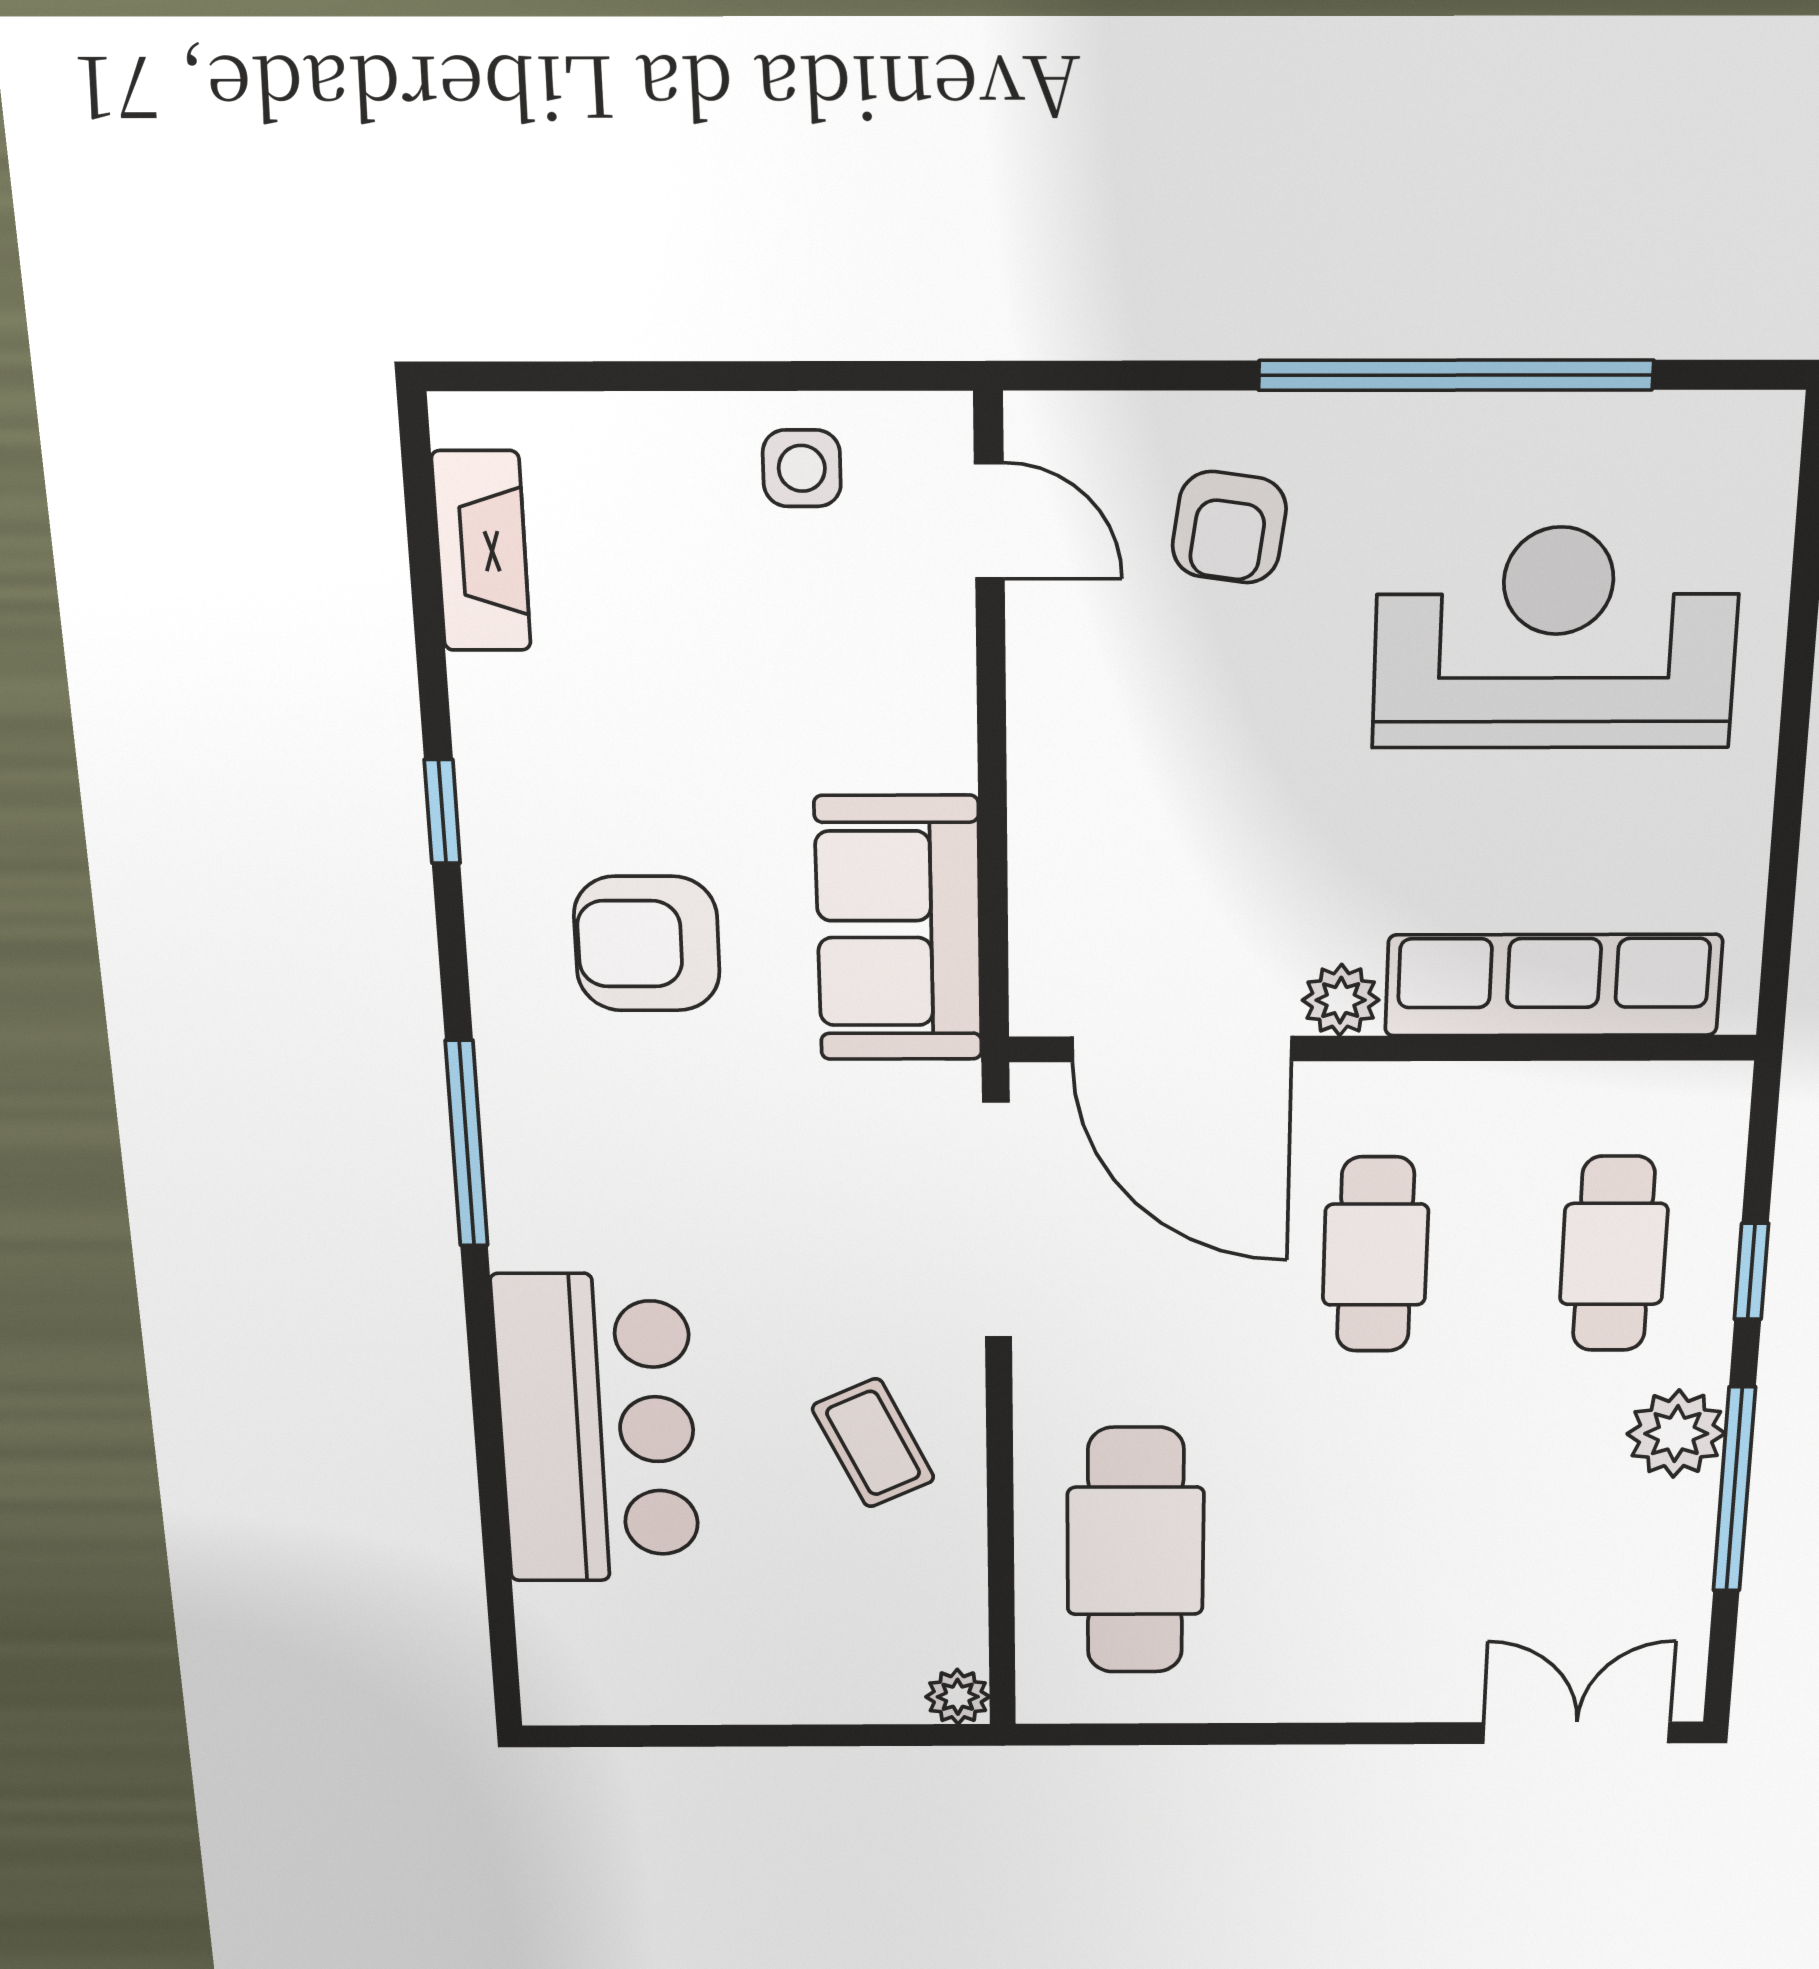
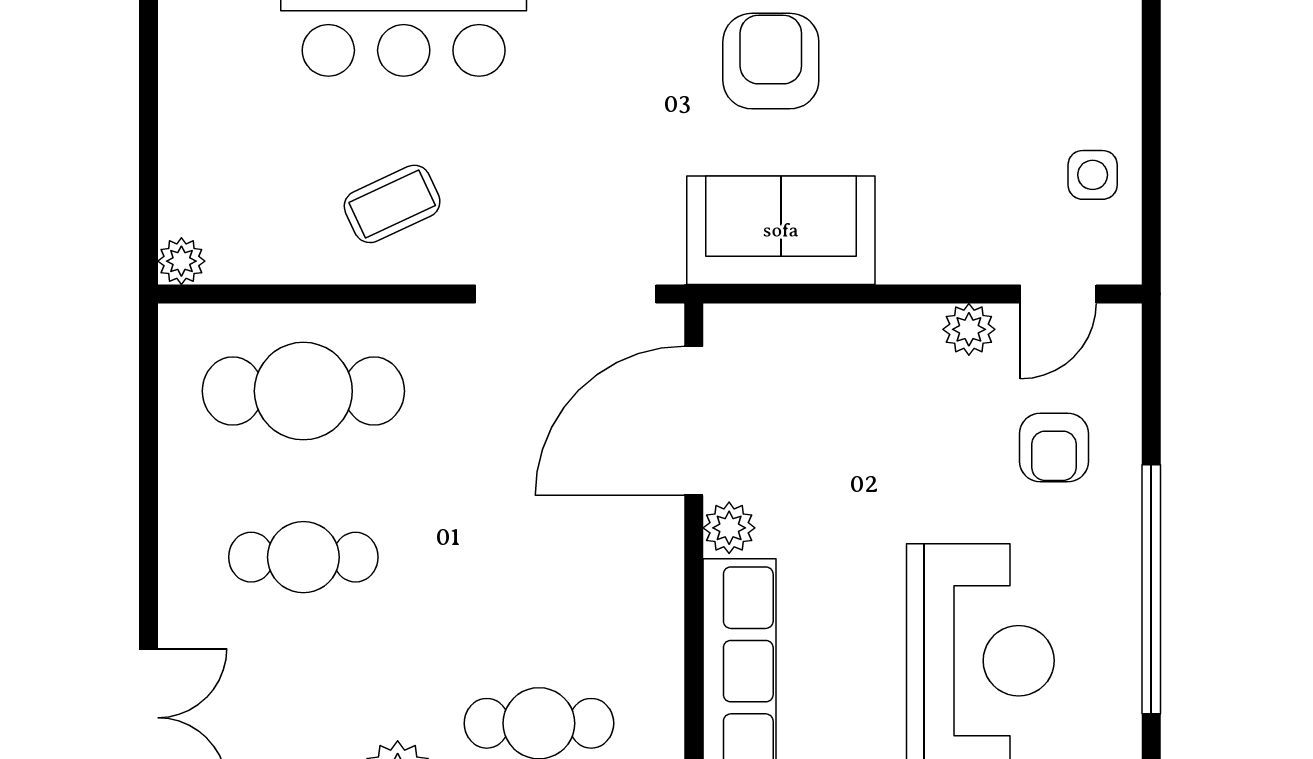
armchair: (1229, 527) -> (1054, 448), turned -98
plant: (1045, 656) -> (969, 329), added
cafe table: (1375, 1255) -> (303, 557), moved

